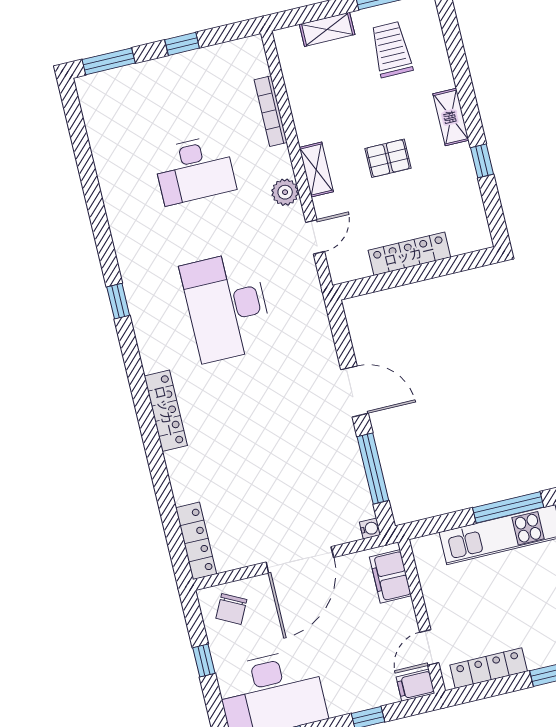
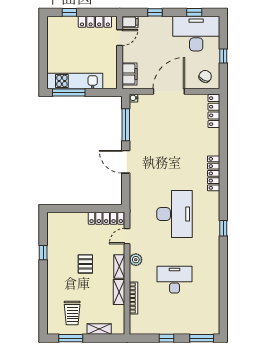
shelving: (451, 117) -> (119, 292), moved
pallet: (388, 158) -> (85, 264), turned 90
locker: (409, 254) -> (106, 218), moved

